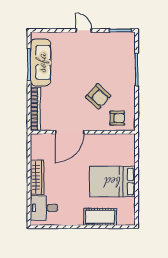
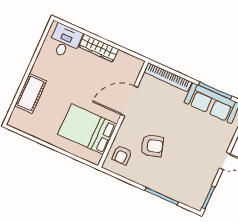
armchair: (98, 96) -> (152, 146), turned -148
door: (70, 132) -> (129, 101), hinge flipped
bed: (112, 182) -> (87, 129), moved, turned -90

